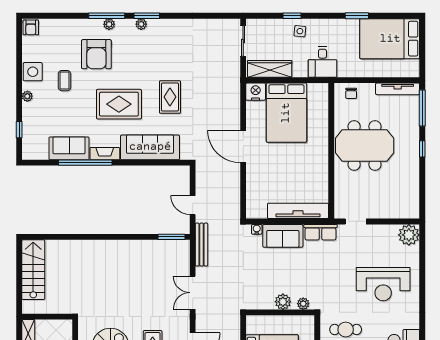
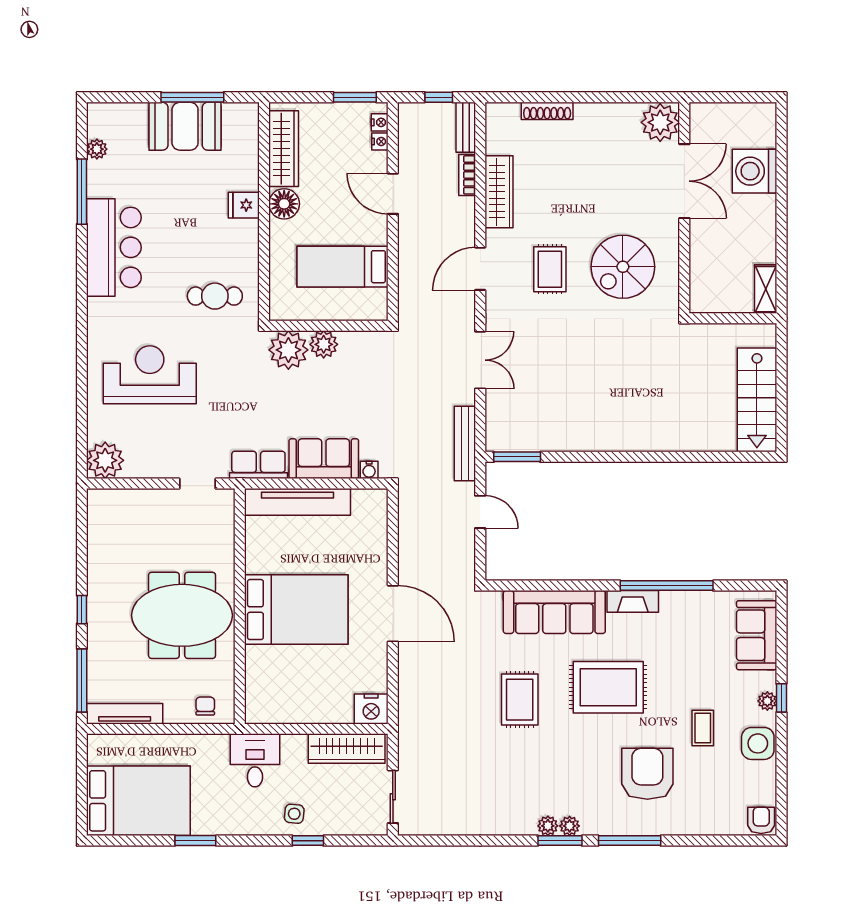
plant: (109, 24) -> (548, 826), moved
bed: (286, 113) -> (296, 610), moved, turned 90
window: (19, 130) -> (781, 698), moved
sofa: (69, 148) -> (757, 635), moved, turned 90
plant: (303, 304) -> (288, 350), width x1.88, depth x1.88

